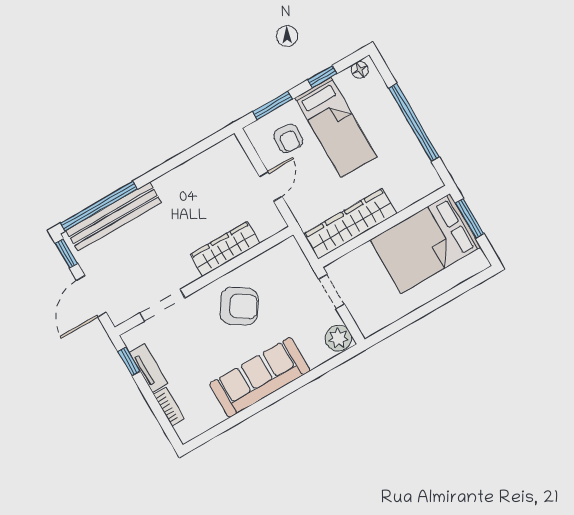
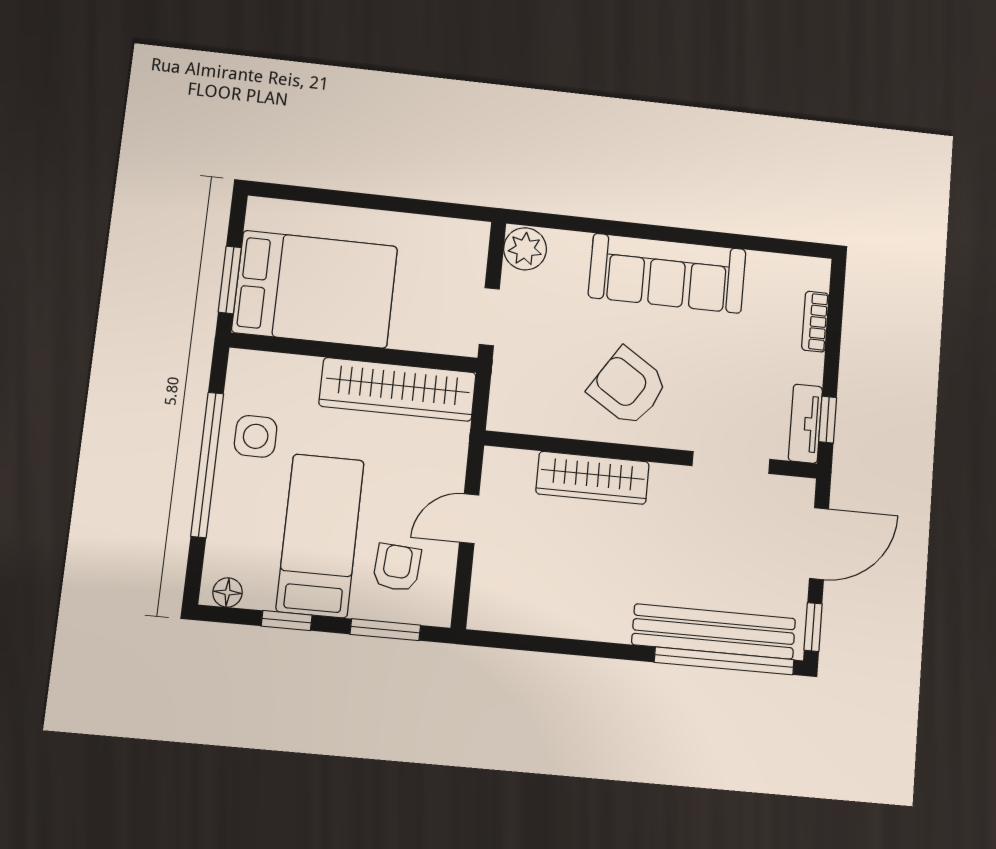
side table: (401, 152) -> (256, 436), added
tv unit: (148, 368) -> (805, 424), moved

